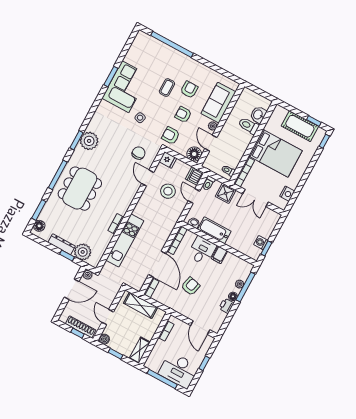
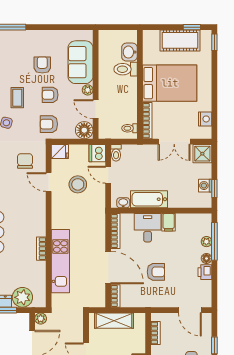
coffee table: (167, 88) -> (17, 98), moved
shower: (226, 193) -> (202, 154), moved
armchair: (191, 286) -> (156, 272), turned 76

